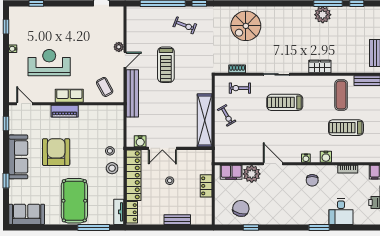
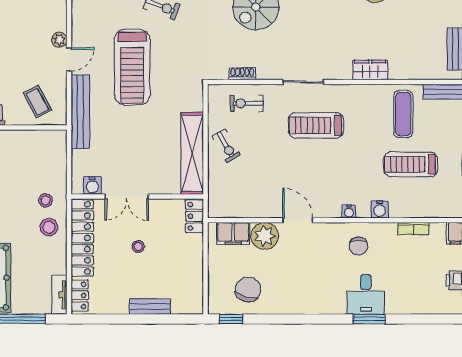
treadmill: (166, 65) -> (132, 67), width x1.37, depth x1.38
locker: (206, 186) -> (194, 216), moved
desk: (341, 212) -> (366, 294), moved
window: (251, 228) -> (231, 319), moved

